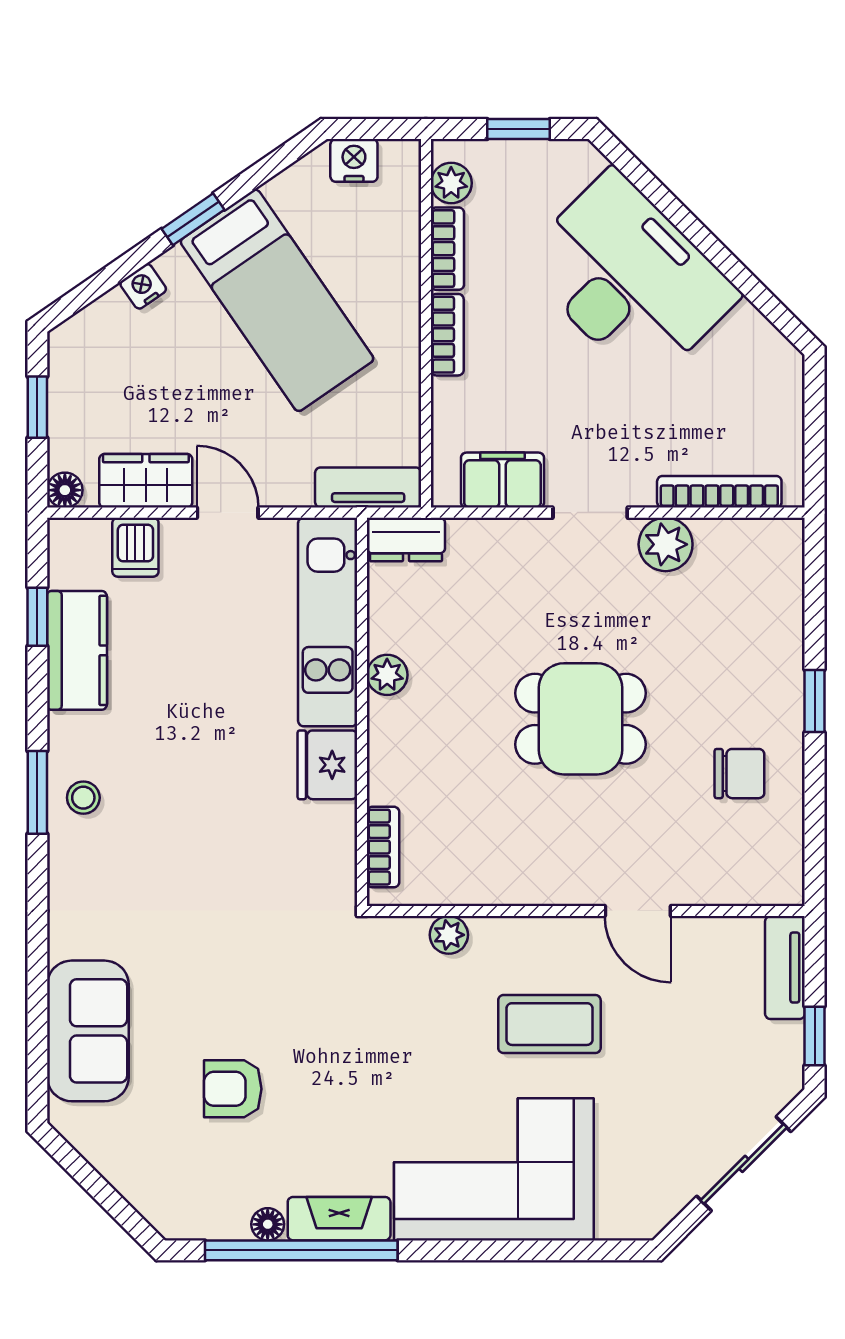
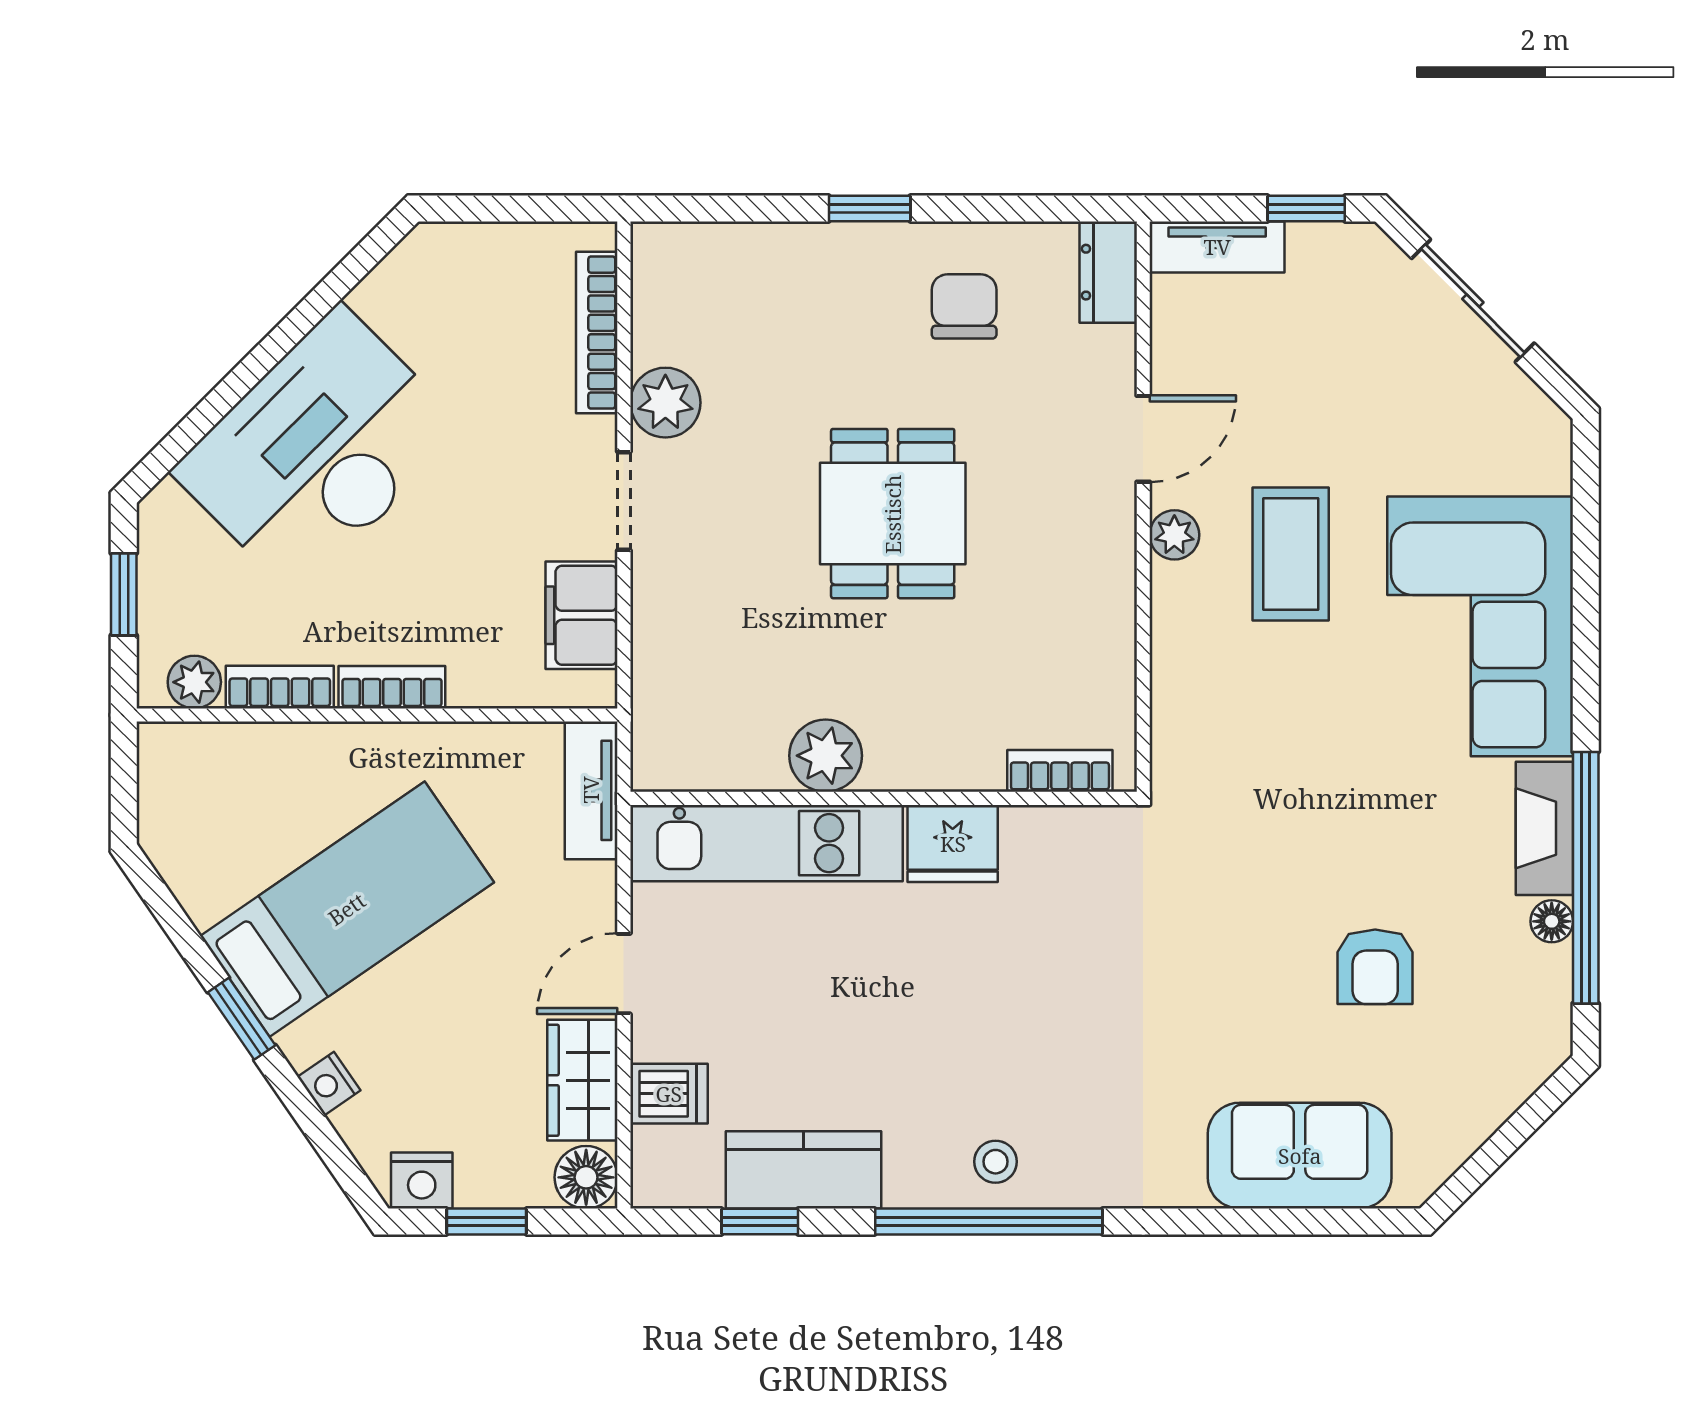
nightstand: (354, 160) -> (422, 1181), moved, turned -90
floor lamp: (65, 490) -> (586, 1177), width x1.37, depth x1.37
dresser: (406, 539) -> (1108, 272), moved, turned 180
plant: (387, 675) -> (826, 756), width x1.38, depth x1.38
window: (37, 792) -> (989, 1222), width x2.11
plant: (449, 935) -> (1174, 535), moved

